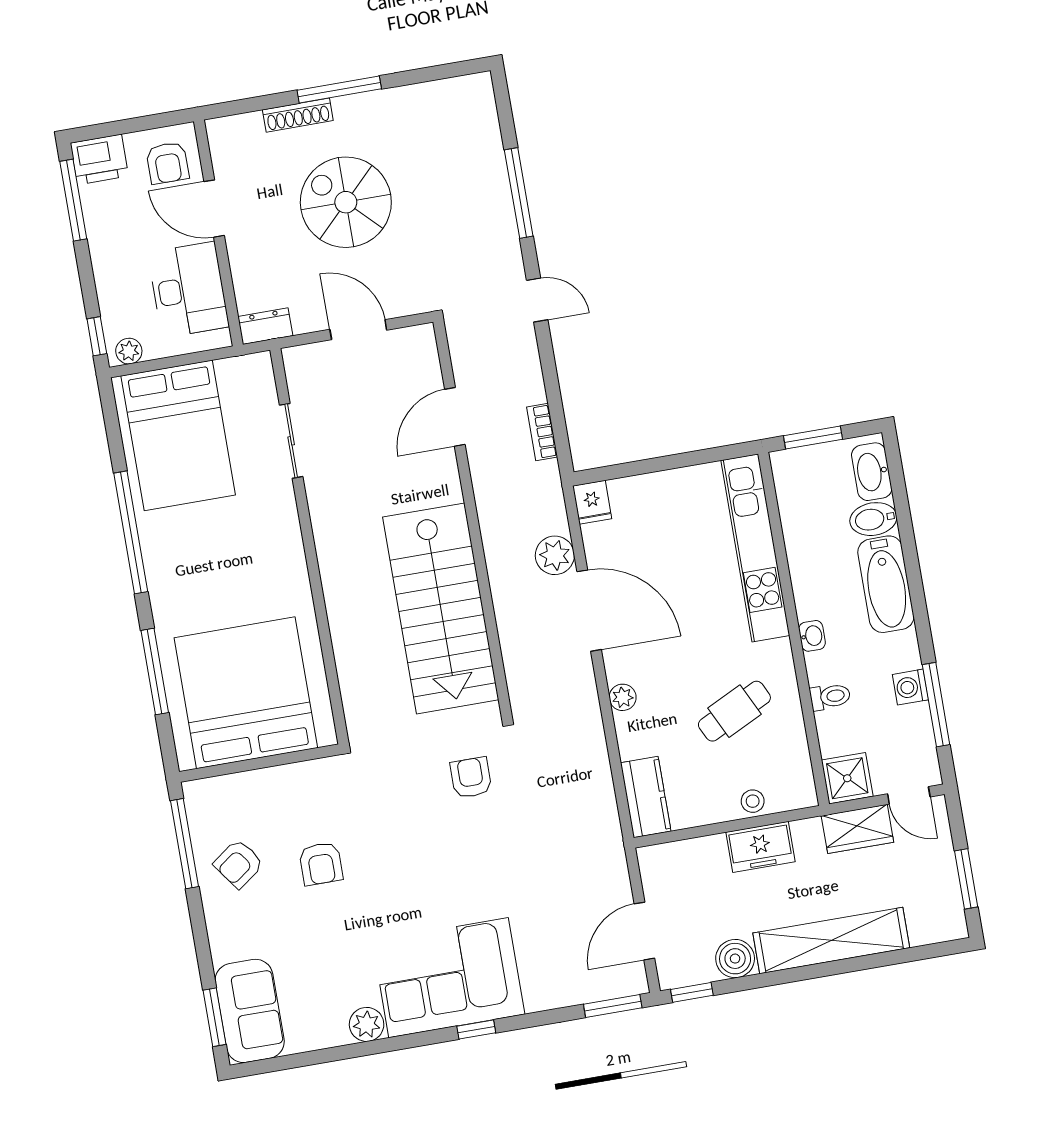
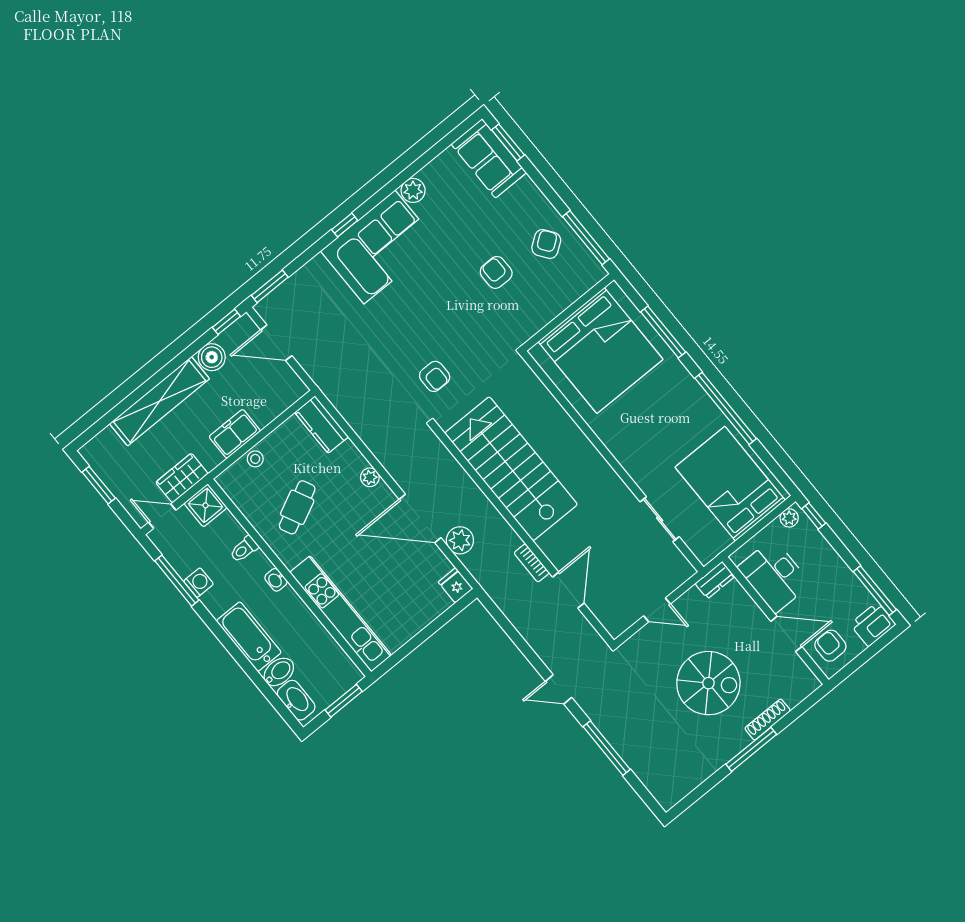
door: (358, 330) -> (657, 610), width x0.73
bookcase: (542, 432) -> (532, 563), moved, turned 180
door: (644, 931) -> (276, 343), swing flipped

